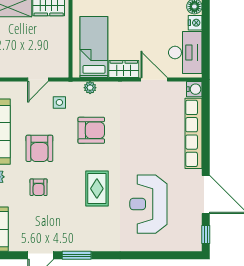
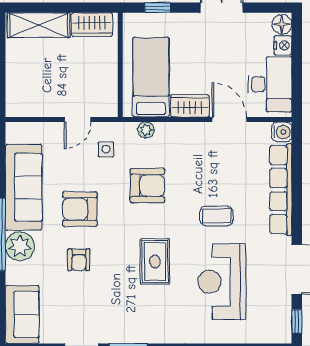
armchair: (39, 148) -> (80, 209), turned 90
coffee table: (144, 154) -> (217, 216), added

